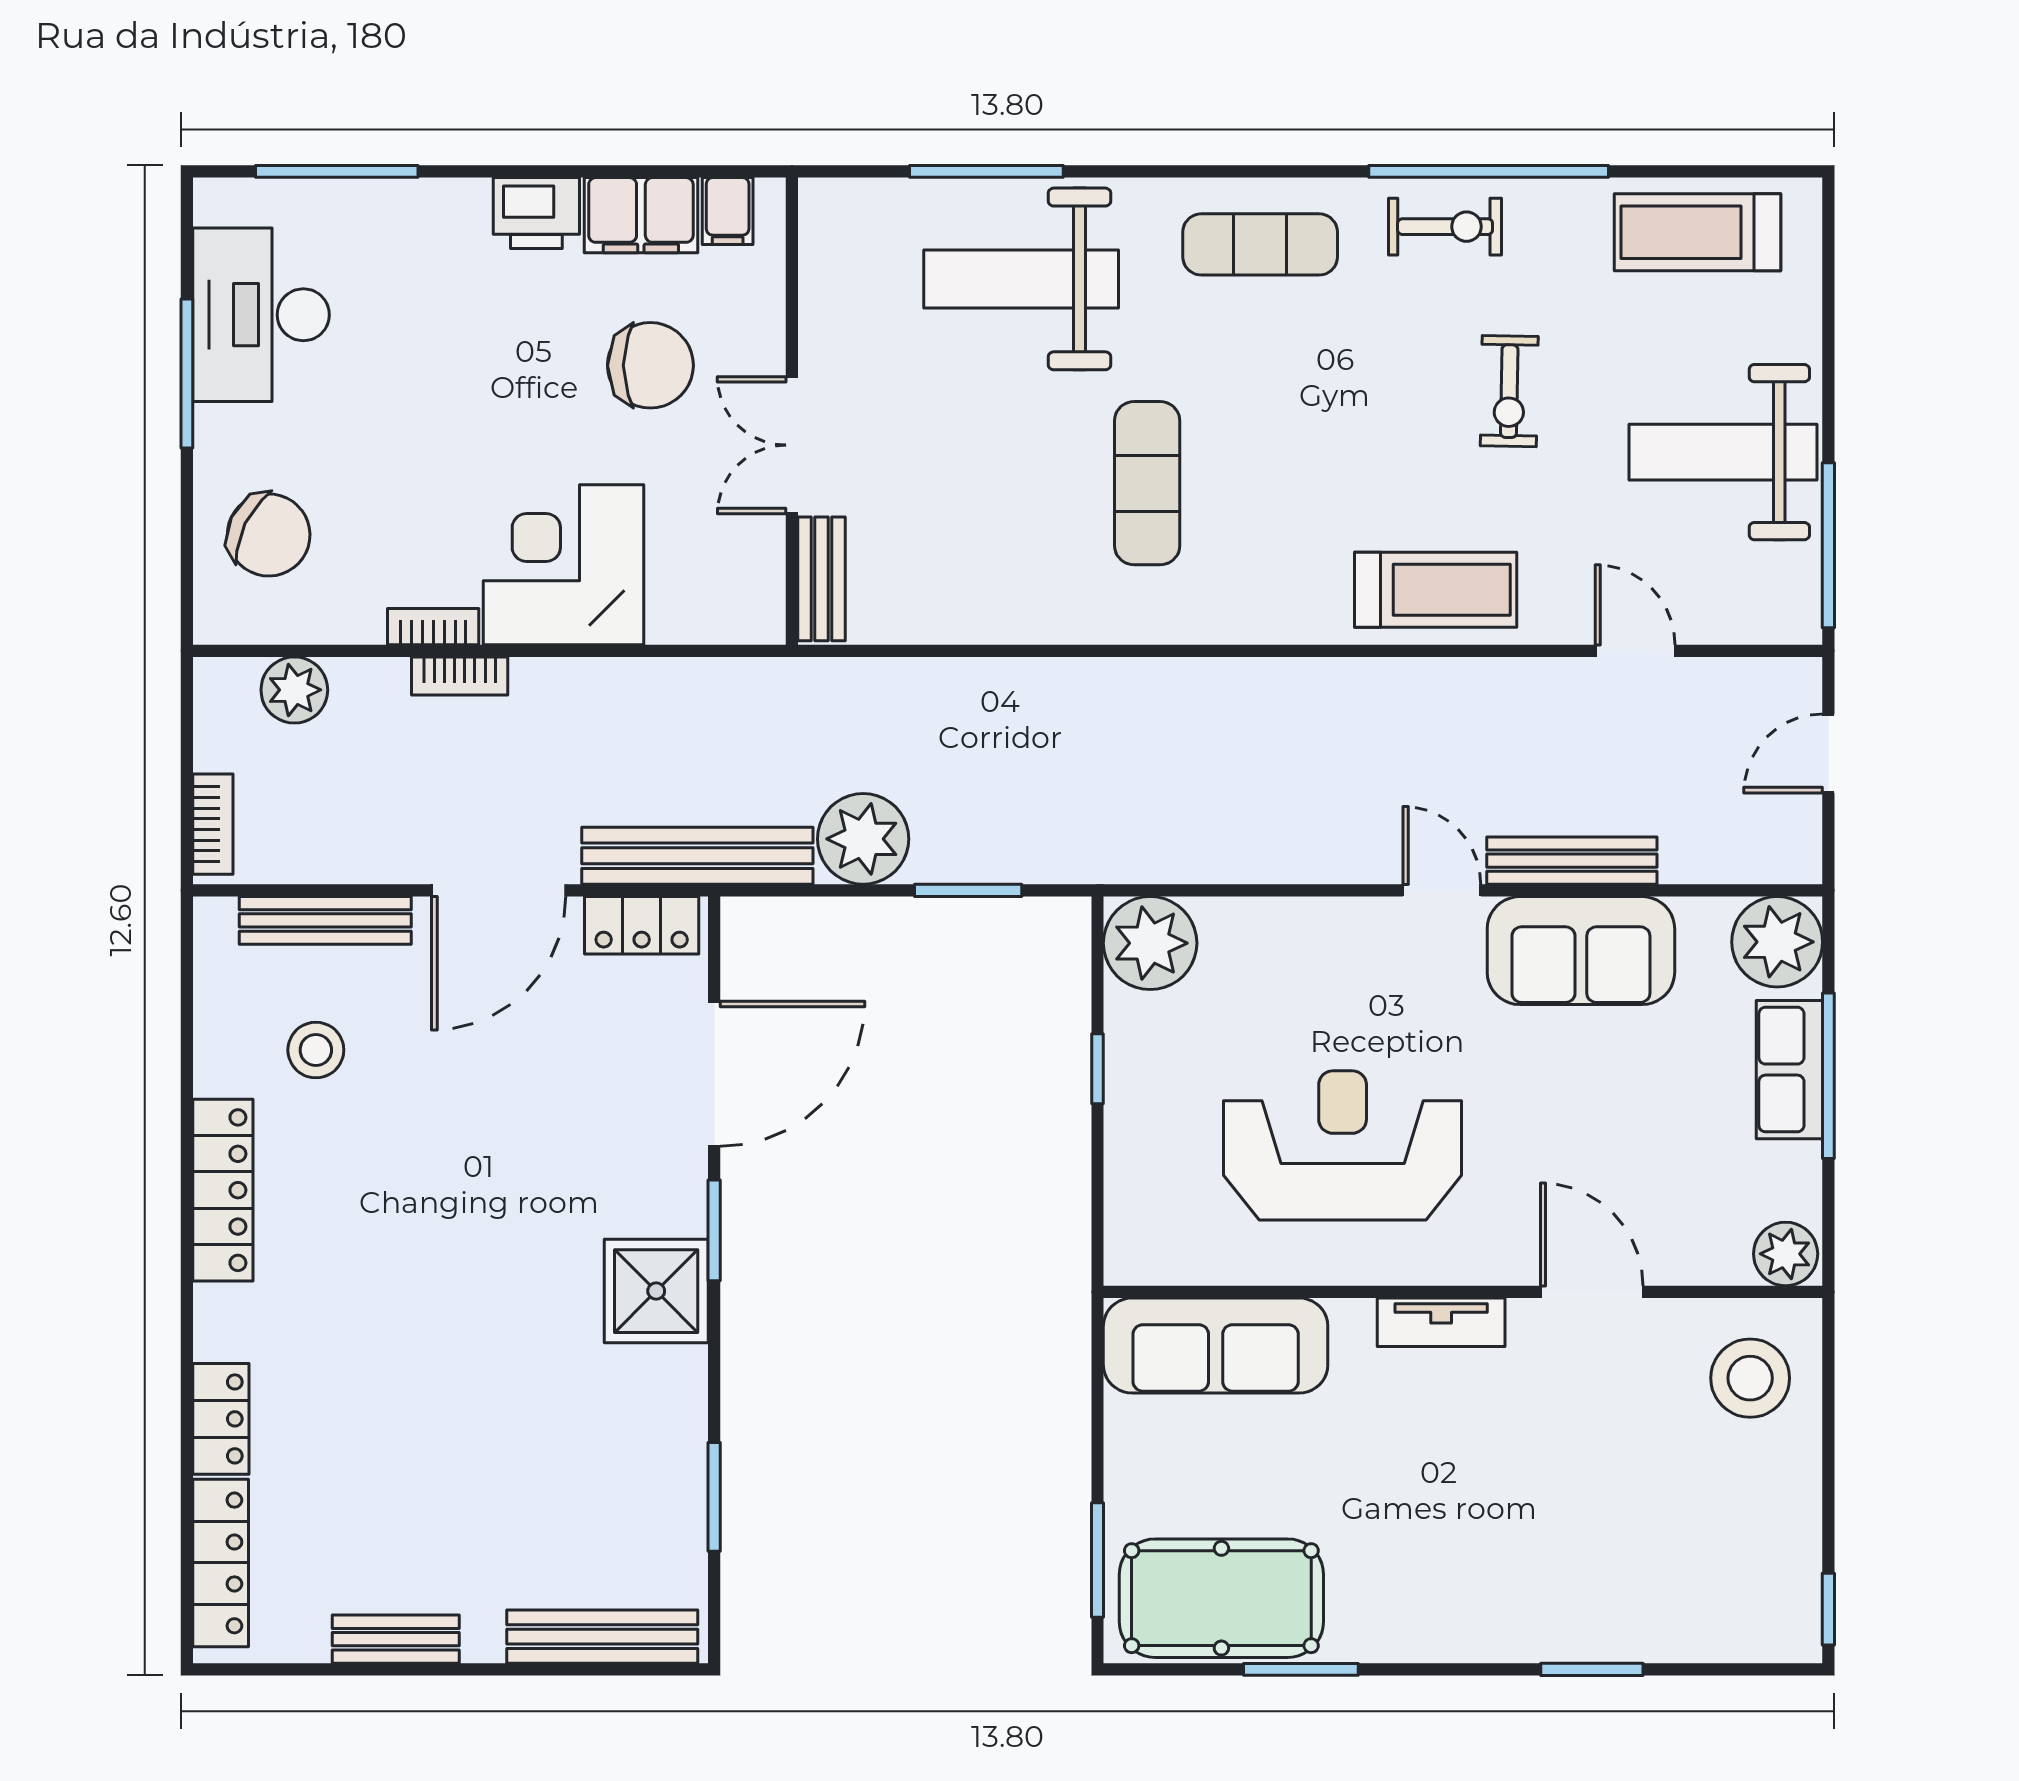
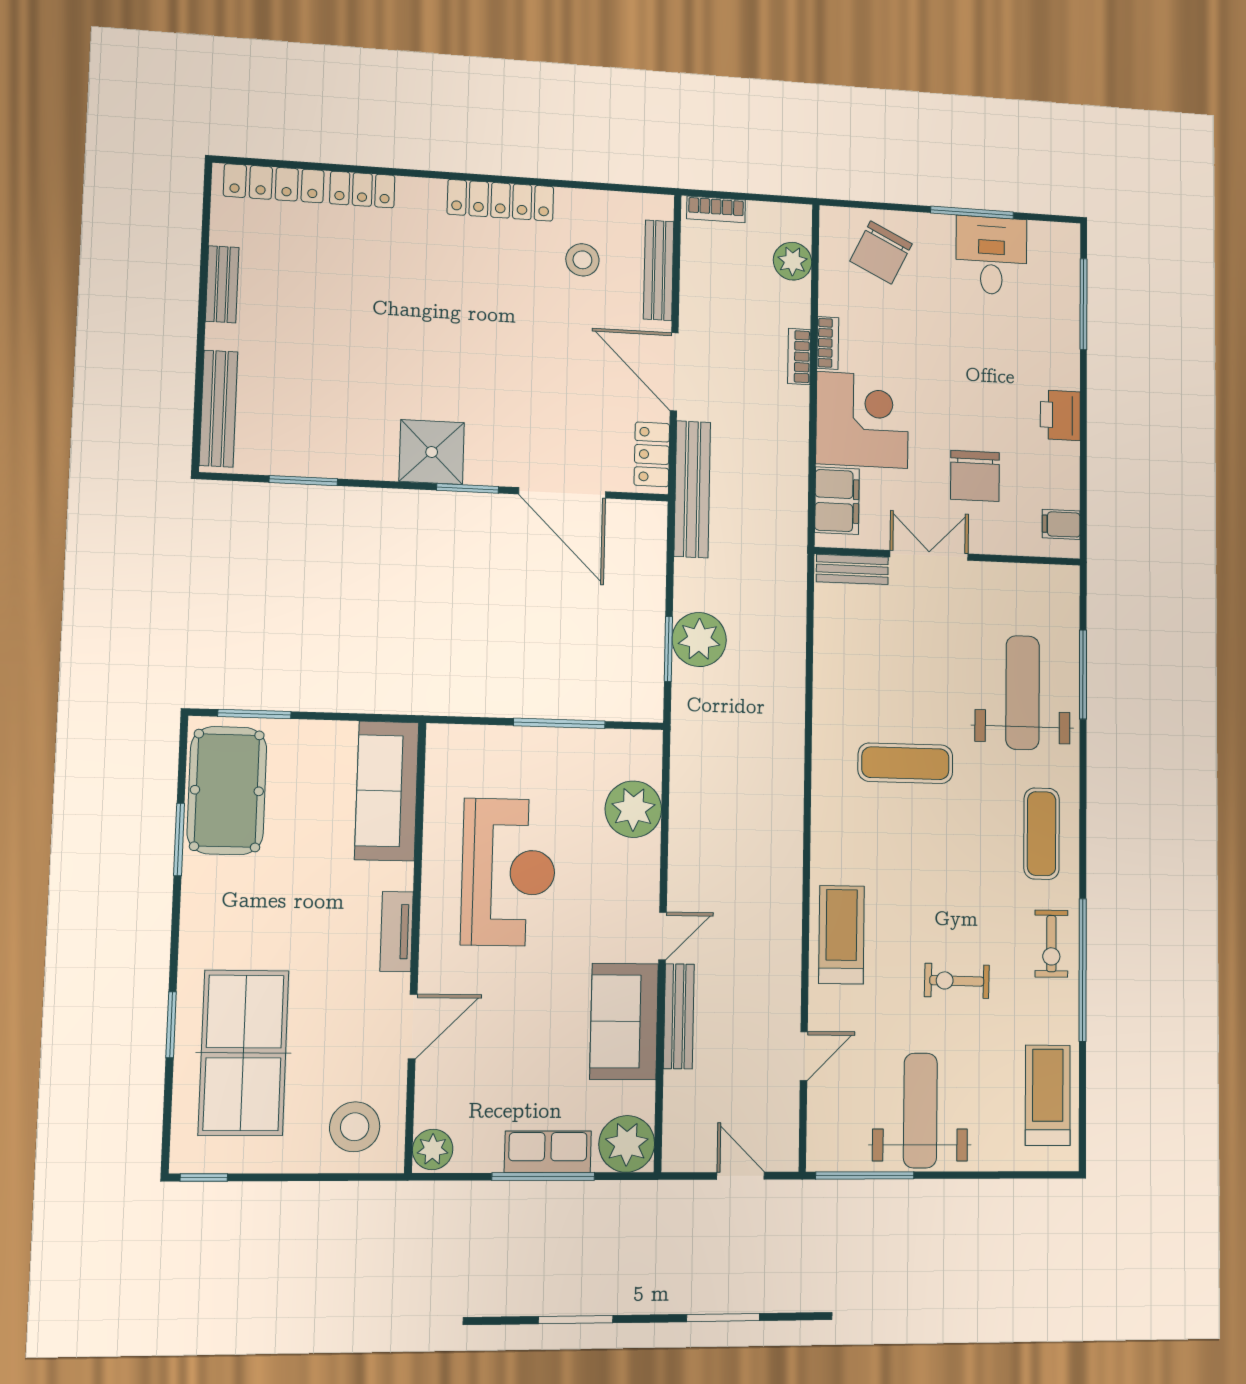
filing cabinet: (641, 215) -> (837, 501), moved, turned 180
desk: (261, 315) -> (991, 256), width x0.73
treadmill: (1436, 590) -> (841, 935), turned 180
plant: (863, 839) -> (699, 640), moved
plant: (1150, 943) -> (633, 809), moved
window: (1098, 1069) -> (559, 723), width x2.17
table tennis table: (1635, 1556) -> (244, 1053), added

